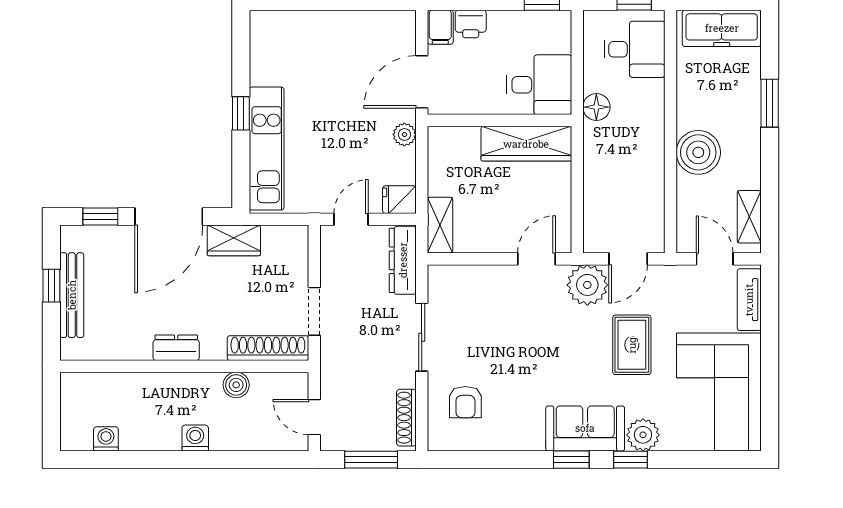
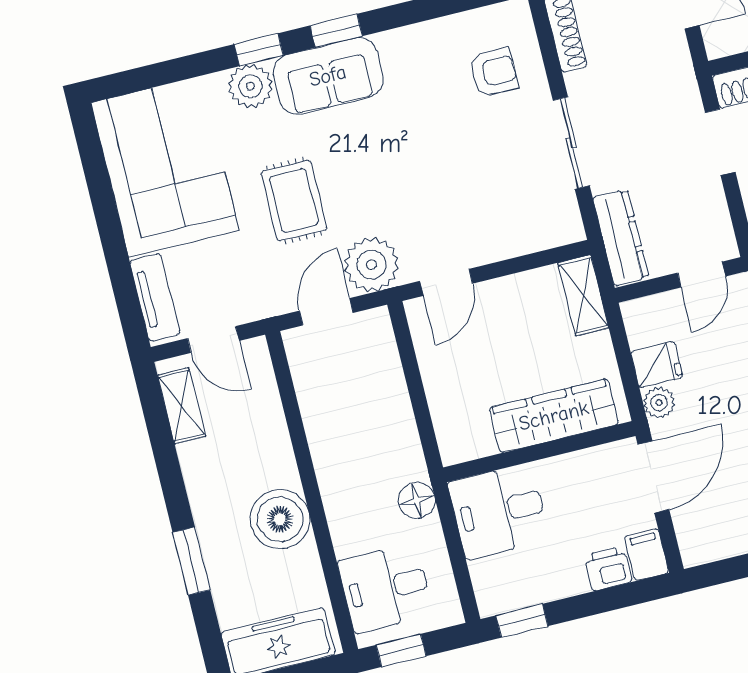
wardrobe: (526, 144) -> (554, 416), moved
boiler: (698, 152) -> (280, 519), moved
fridge: (399, 200) -> (657, 365), moved
armchair: (465, 402) -> (493, 72), turned 90

